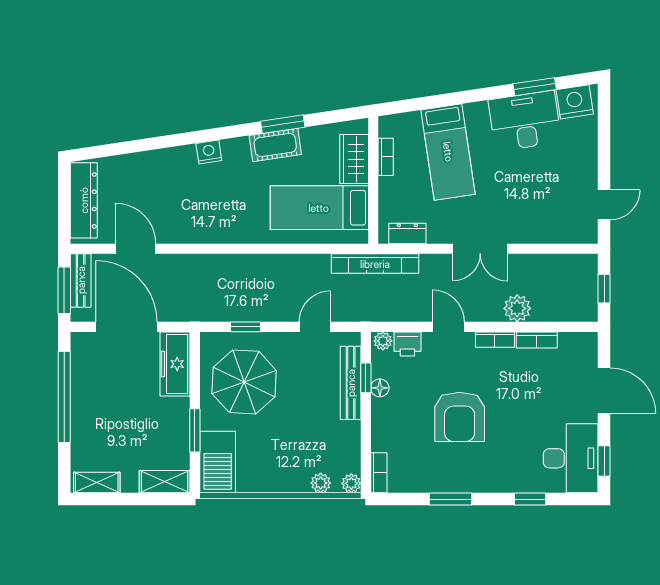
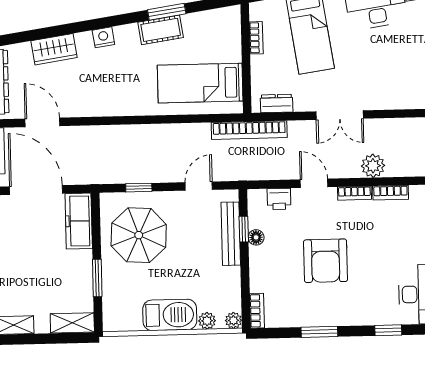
wardrobe: (354, 159) -> (54, 49), moved, turned -98
plant: (383, 341) -> (258, 197), removed
barbecue: (218, 462) -> (170, 315), moved, turned -90

